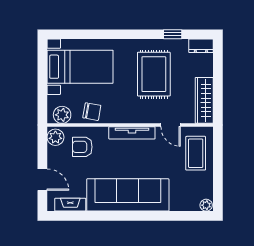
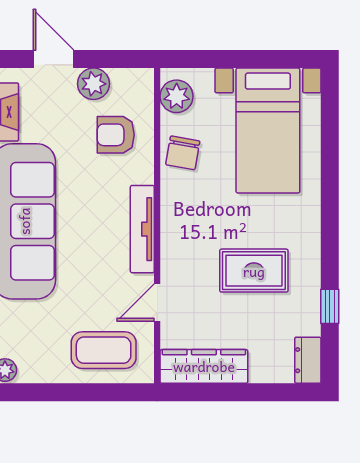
rug: (154, 74) -> (254, 271), width x0.73, depth x0.70
plant: (55, 137) -> (94, 84), moved
armchair: (82, 147) -> (116, 135), turned -90
door: (42, 180) -> (54, 59), swing flipped

